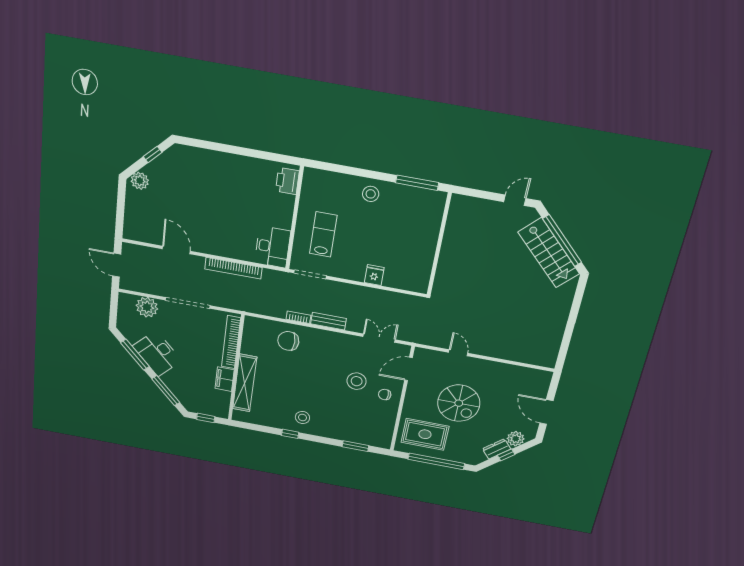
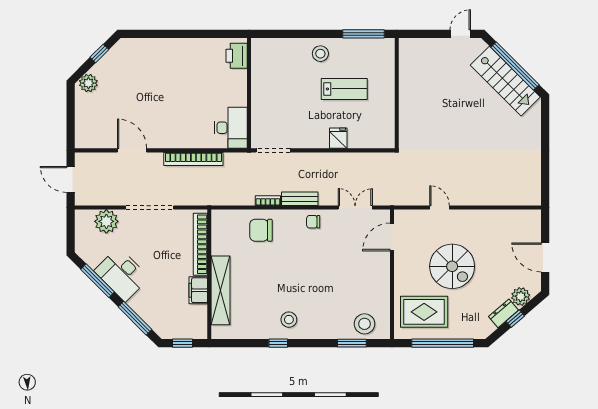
lab bench: (323, 234) -> (344, 89), moved, turned 90
stool: (357, 381) -> (365, 324), moved
chair: (385, 395) -> (313, 222), moved

